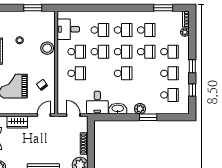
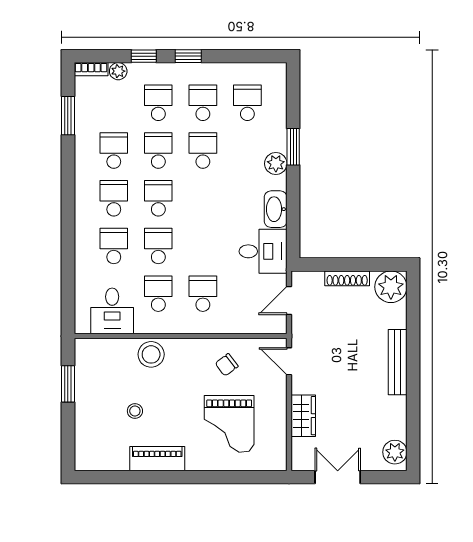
school desk: (123, 73) -> (203, 151), moved
window: (192, 90) -> (144, 56), moved

